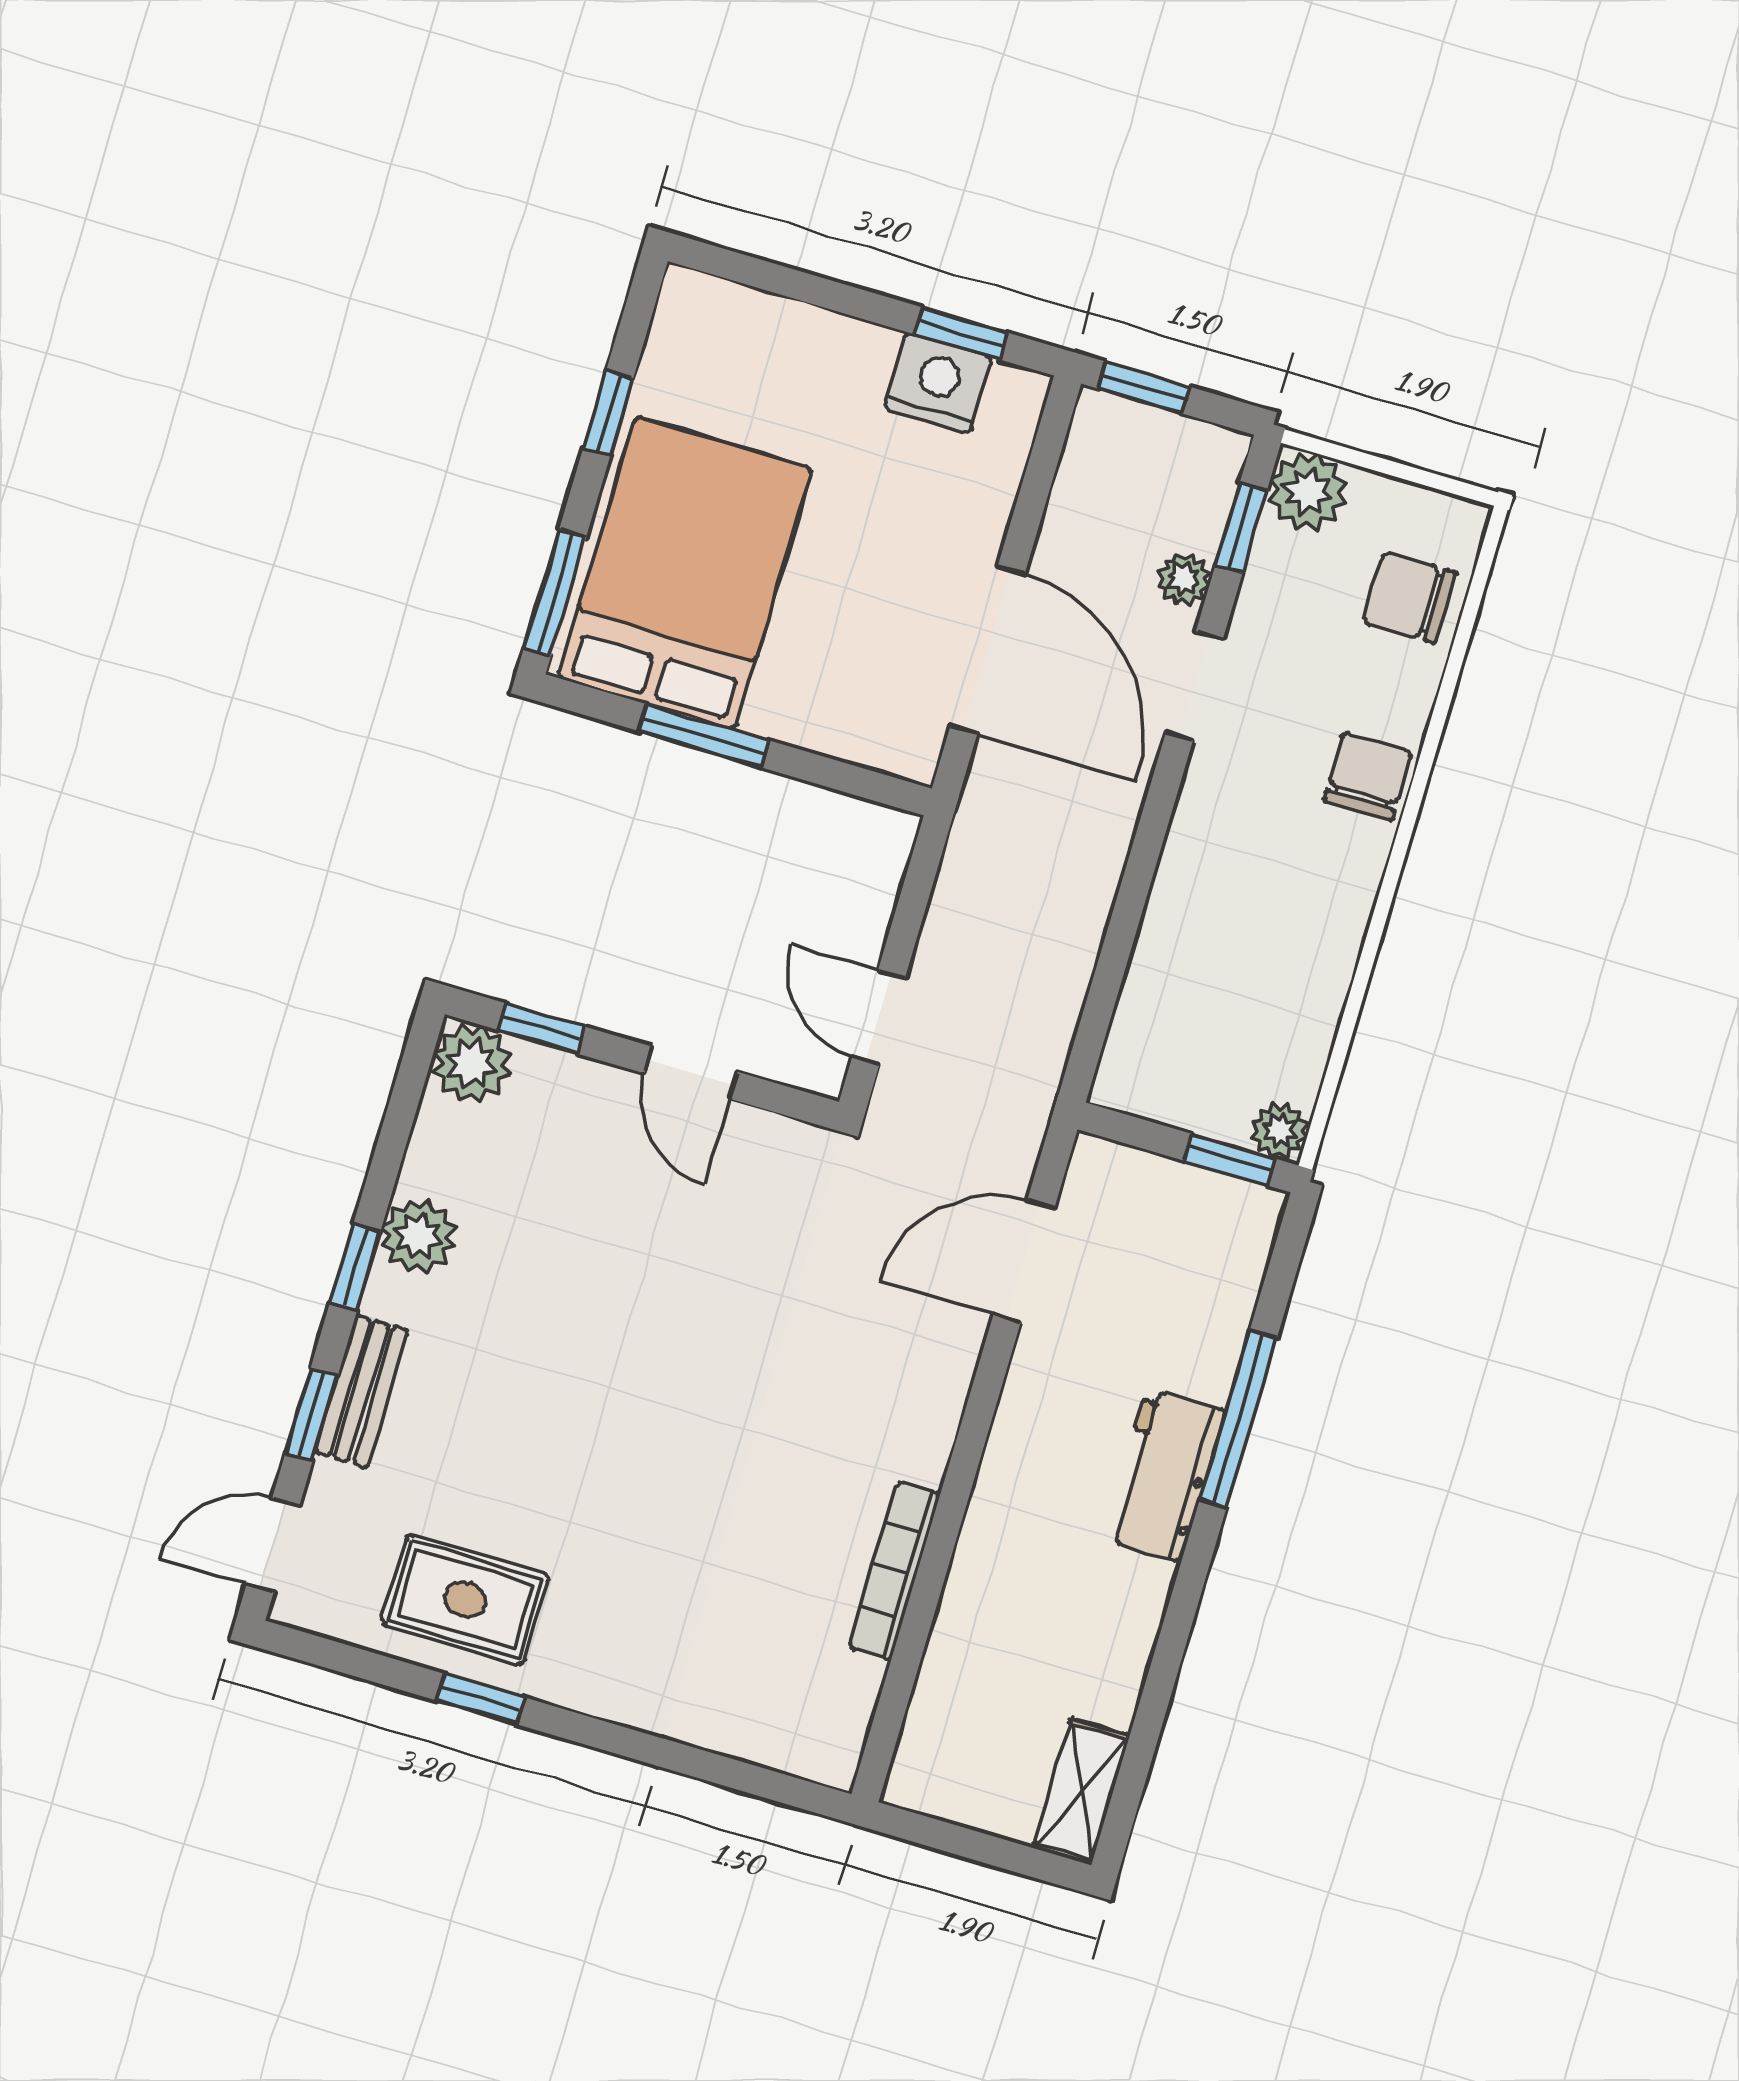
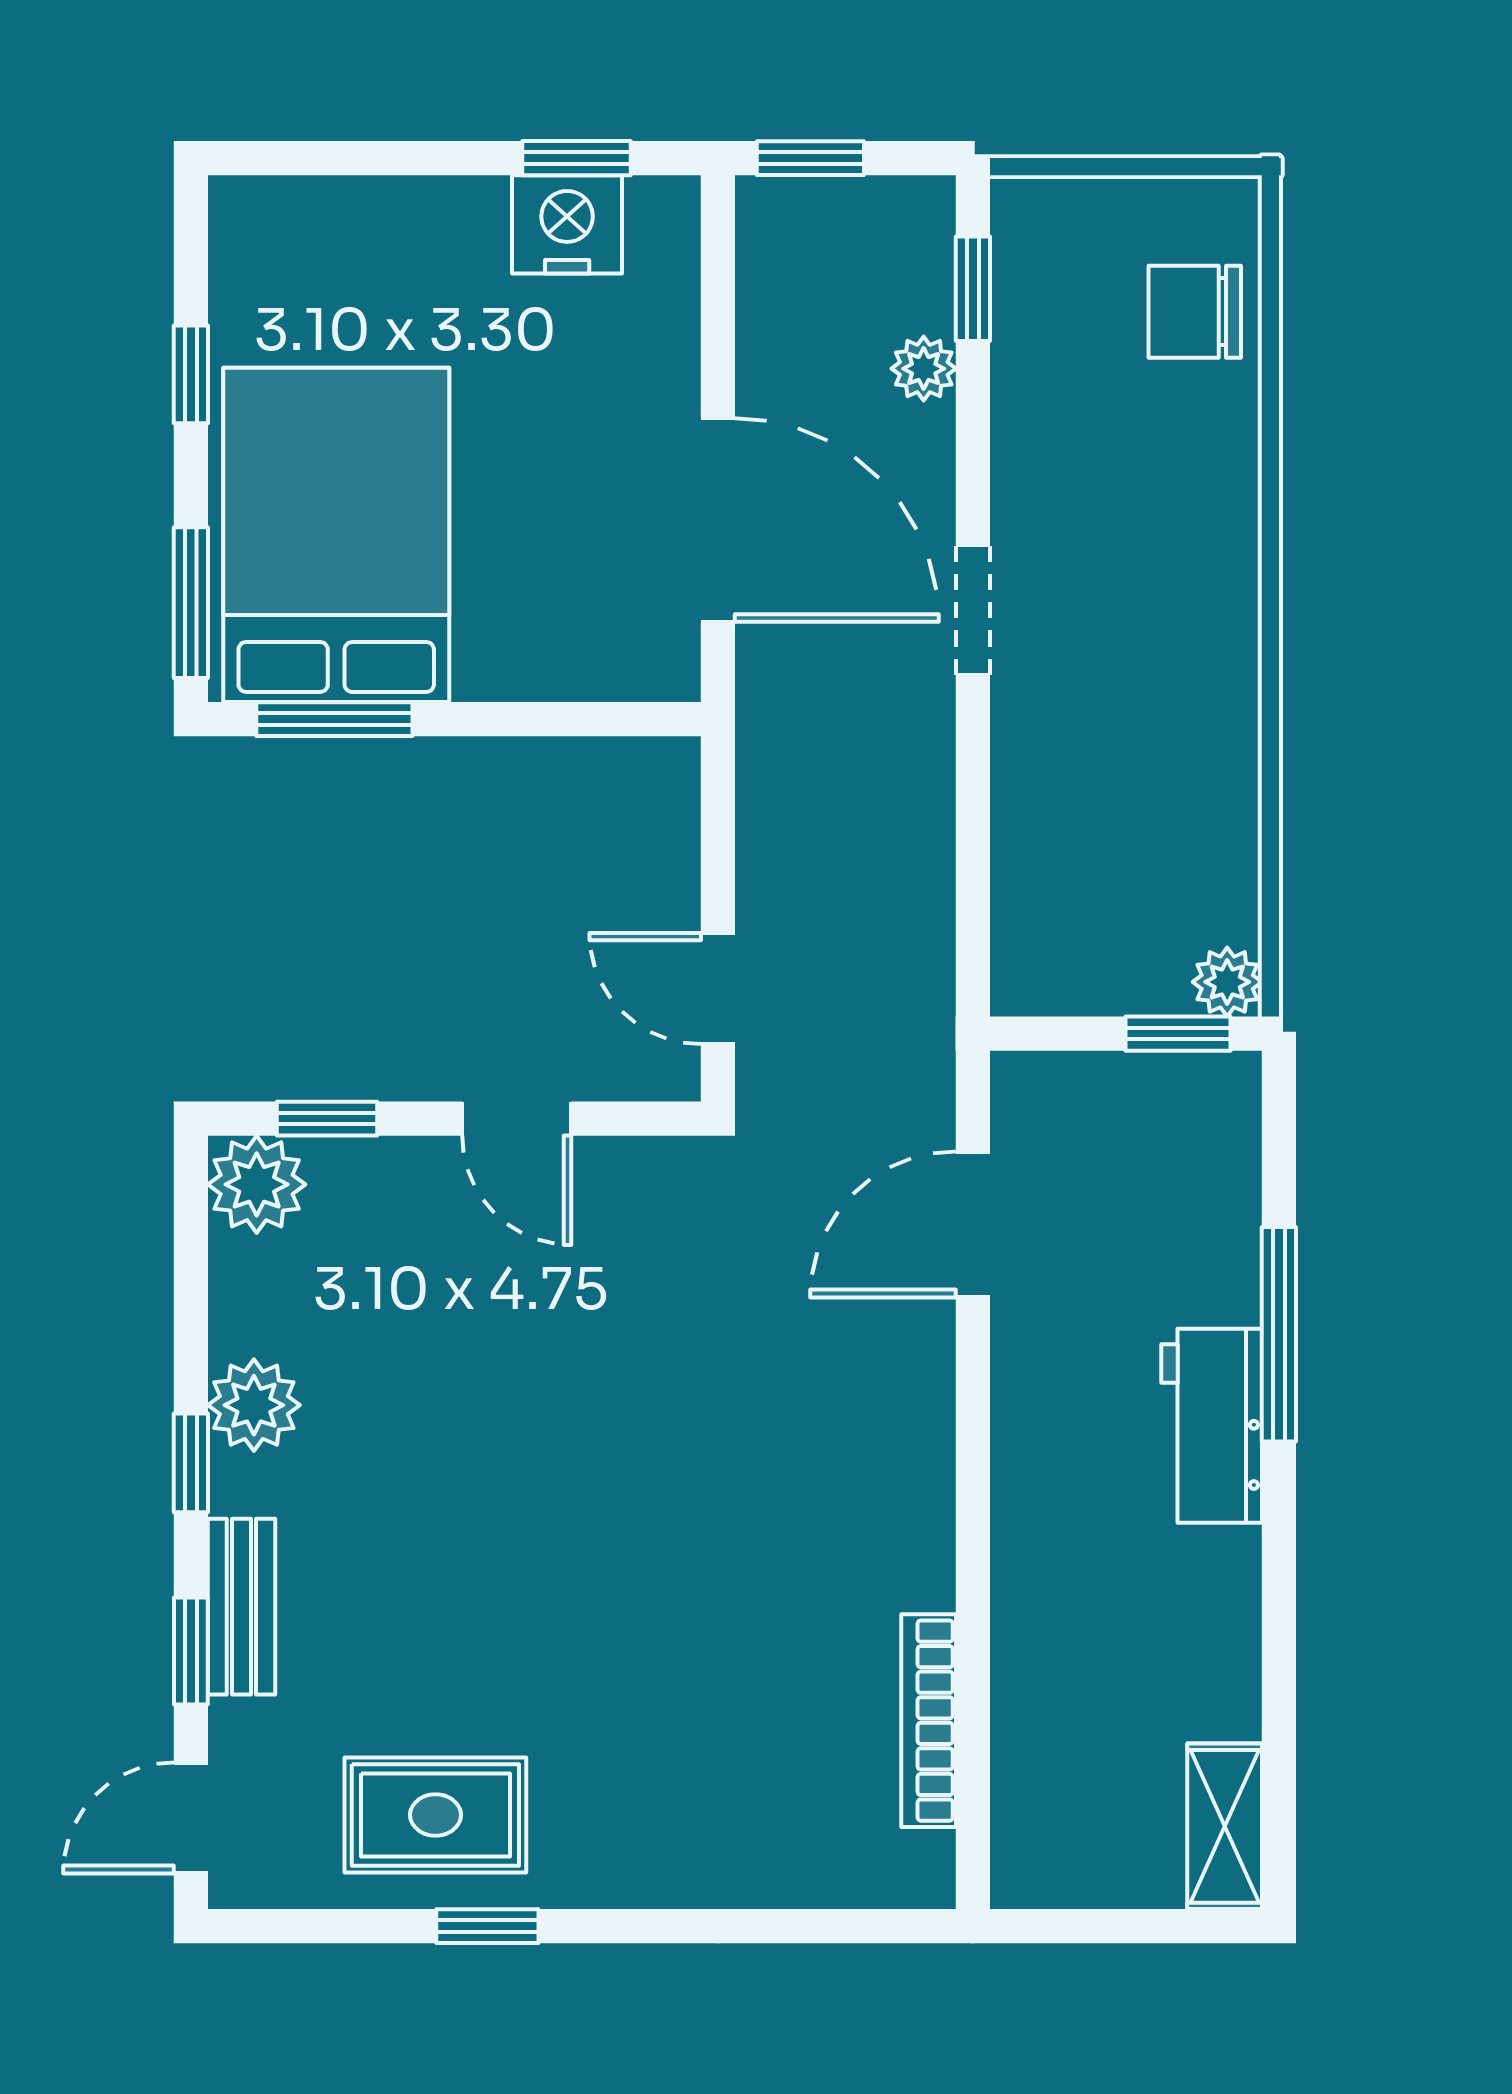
plant: (1307, 491) -> (1038, 223), removed
doorway: (1194, 686) -> (973, 610), moved
window: (703, 736) -> (334, 719), moved
chair: (1368, 776) -> (1207, 536), removed
bookcase: (894, 1571) -> (929, 1721), moved

